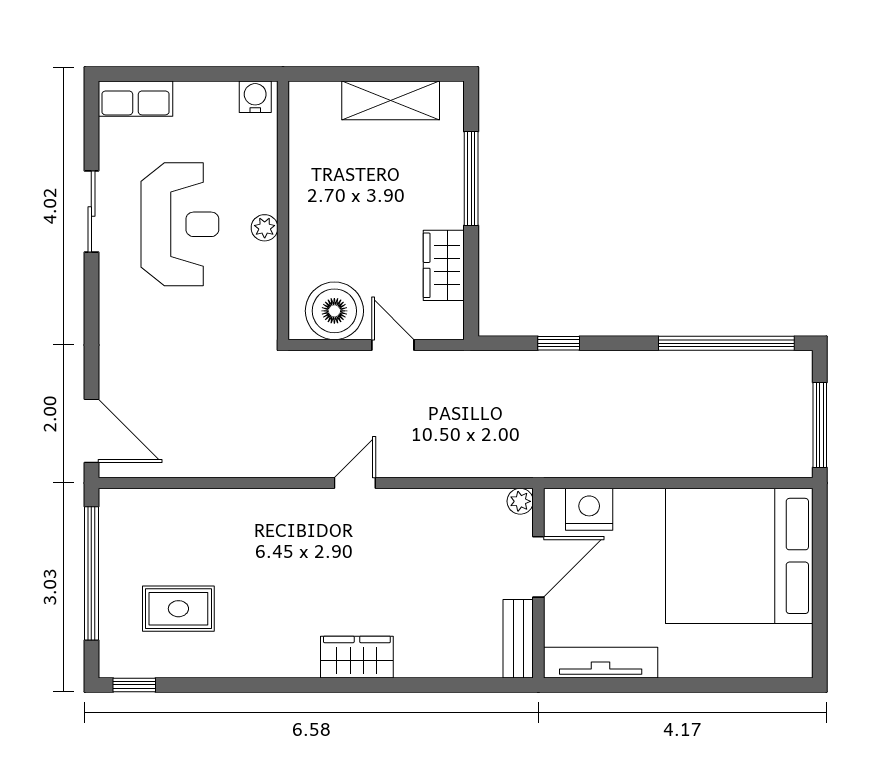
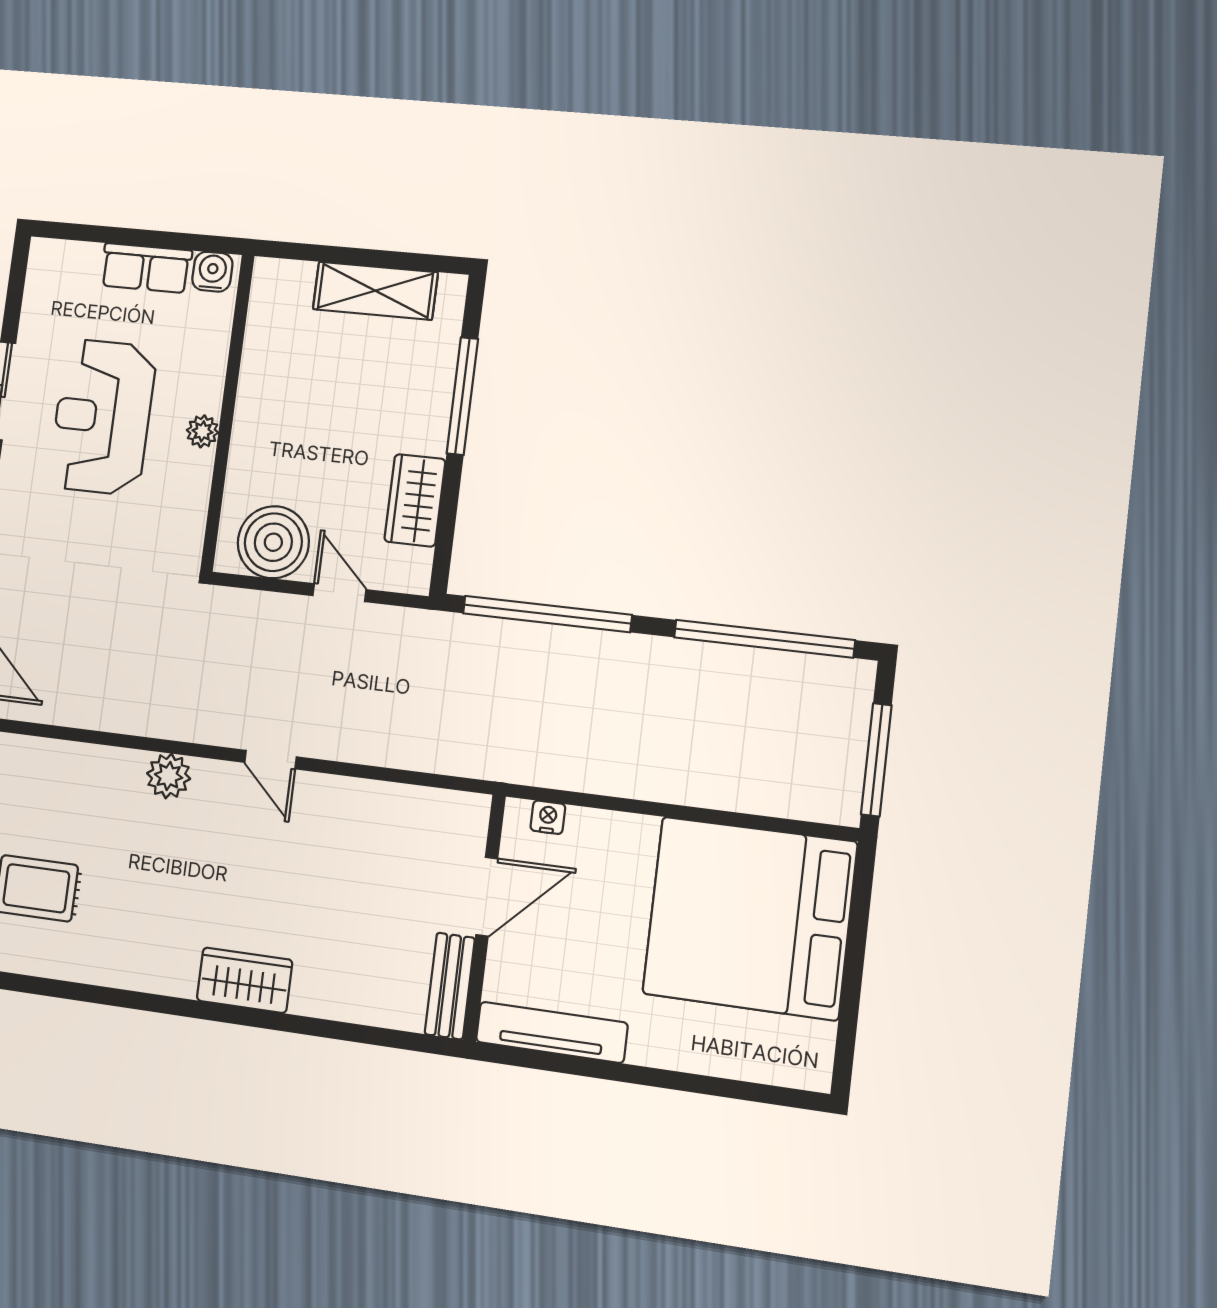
row of seats: (135, 99) -> (146, 268), moved
reception desk: (180, 224) -> (102, 417), turned 180
window: (559, 343) -> (547, 614), width x3.17
door: (355, 483) -> (271, 760), swing flipped
plant: (520, 501) -> (169, 776), moved, width x1.38, depth x1.38
nightstand: (589, 509) -> (548, 817), width x0.53, depth x0.56

